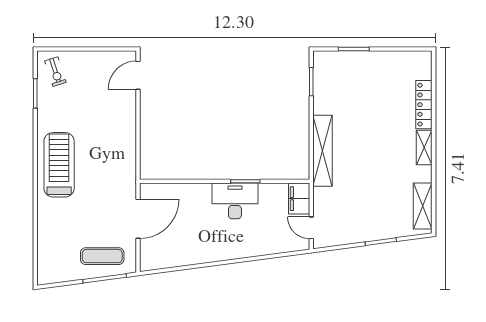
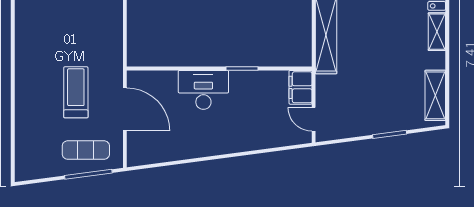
treadmill: (59, 165) -> (76, 92), moved, width x0.73, depth x0.73
desk: (235, 201) -> (203, 90), moved
door: (138, 219) -> (125, 109), hinge flipped

